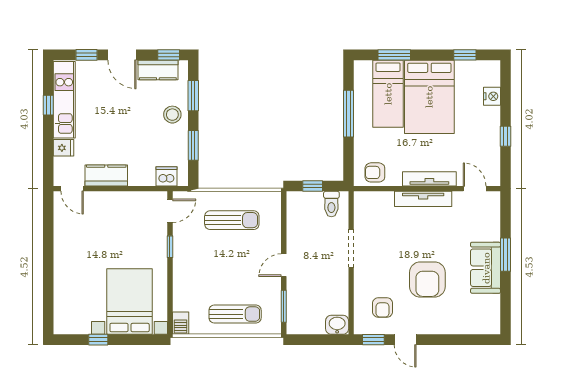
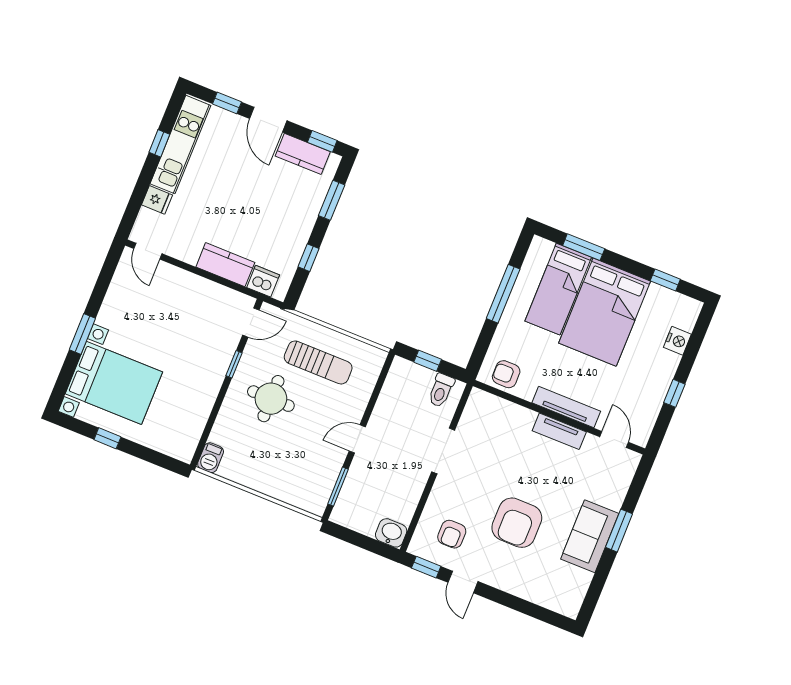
stool: (172, 115) -> (299, 212), removed
window: (193, 145) -> (308, 258), width x0.67
kitchen counter: (106, 175) -> (225, 265), moved
tv unit: (423, 199) -> (559, 431), width x0.71
round table: (208, 261) -> (271, 399), added
window: (48, 270) -> (82, 334), added
bed with nightstands: (130, 302) -> (114, 383), moved, turned 90
sun lounger: (235, 314) -> (278, 473), removed

